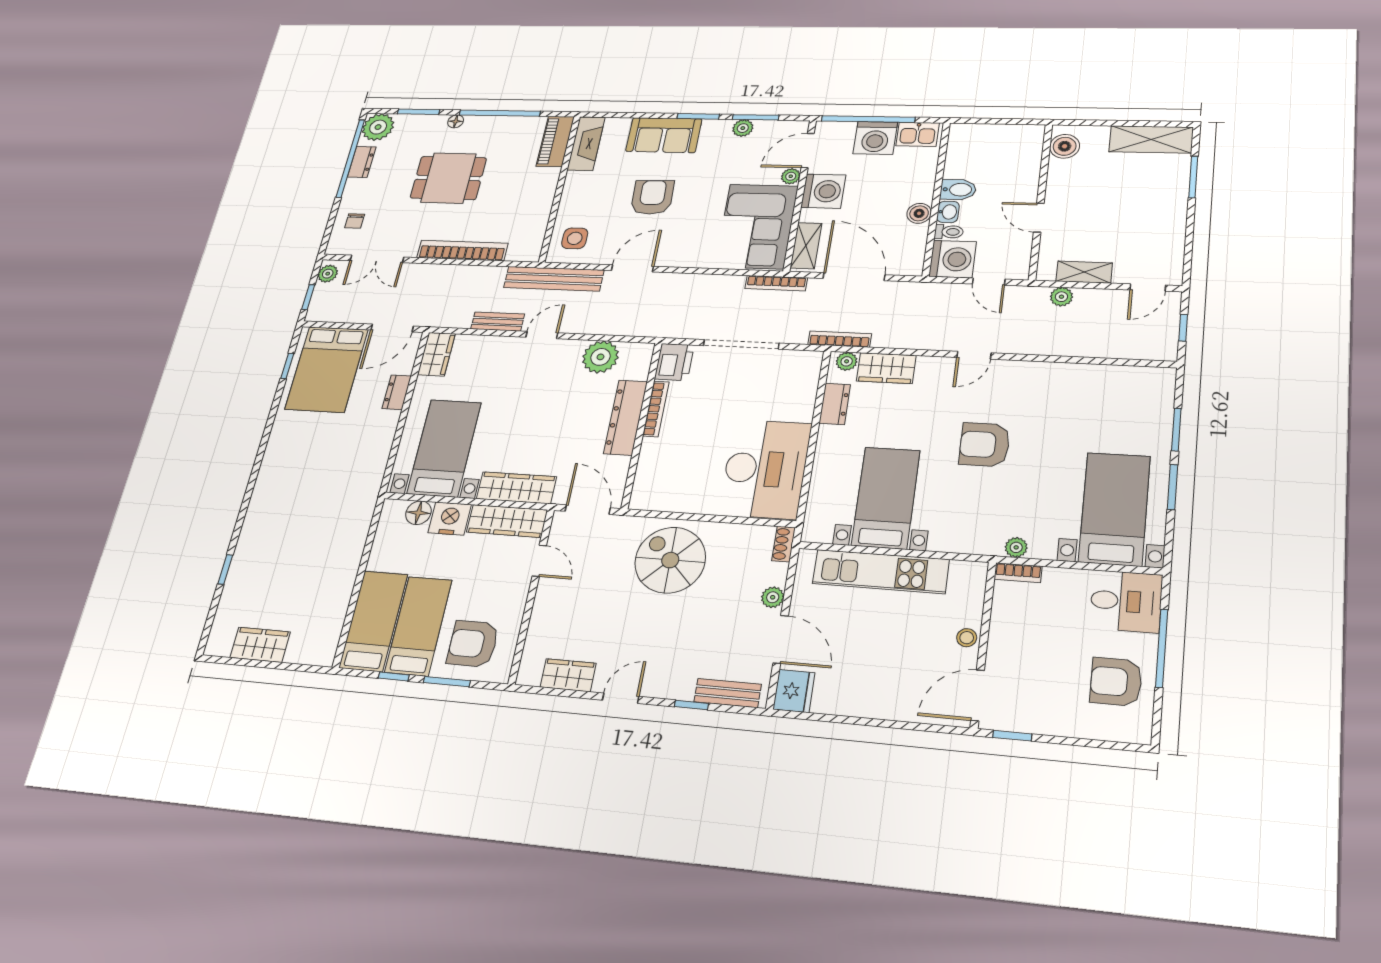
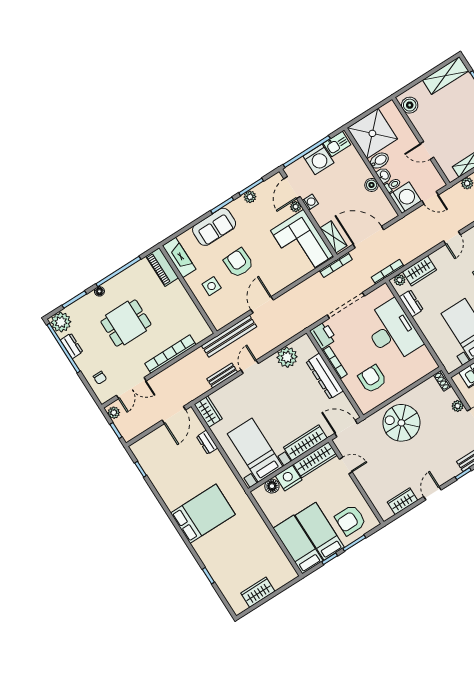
shower: (979, 150) -> (372, 133), added
washing machine: (823, 191) -> (310, 202), width x0.53, depth x0.53
side table: (575, 238) -> (212, 286), moved
bed: (327, 369) -> (203, 514), moved, turned -90
armchair: (686, 468) -> (372, 379), added
desk: (765, 469) -> (392, 331), moved

